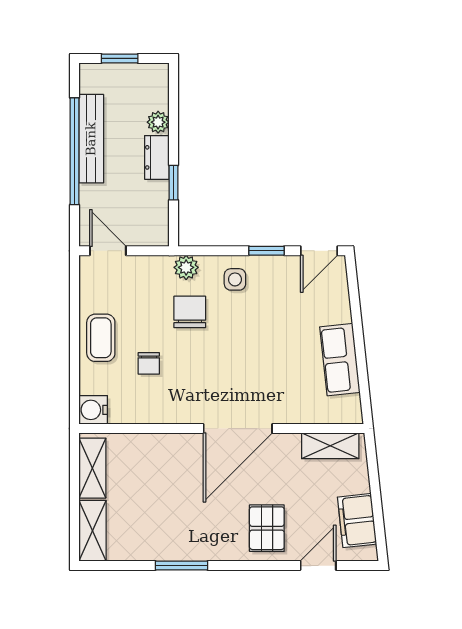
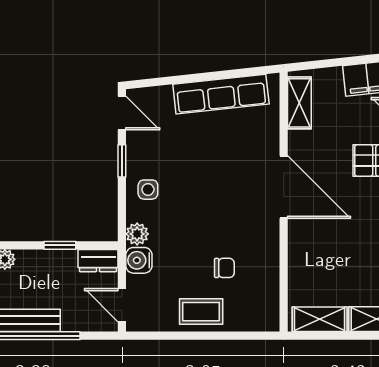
dresser: (157, 157) -> (98, 261), moved
door: (108, 251) -> (122, 305), hinge flipped
chair: (190, 312) -> (178, 231), removed
row of seats: (340, 360) -> (221, 94), width x1.48
water cooler: (93, 410) -> (139, 260), moved, turned 90

